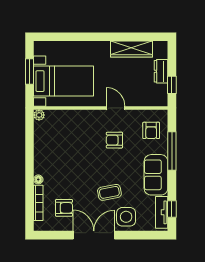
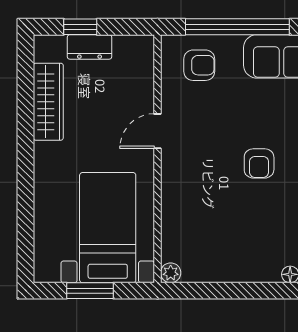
window: (172, 85) -> (80, 27), moved
armchair: (114, 140) -> (259, 163), moved
window: (172, 151) -> (237, 27), width x1.46

